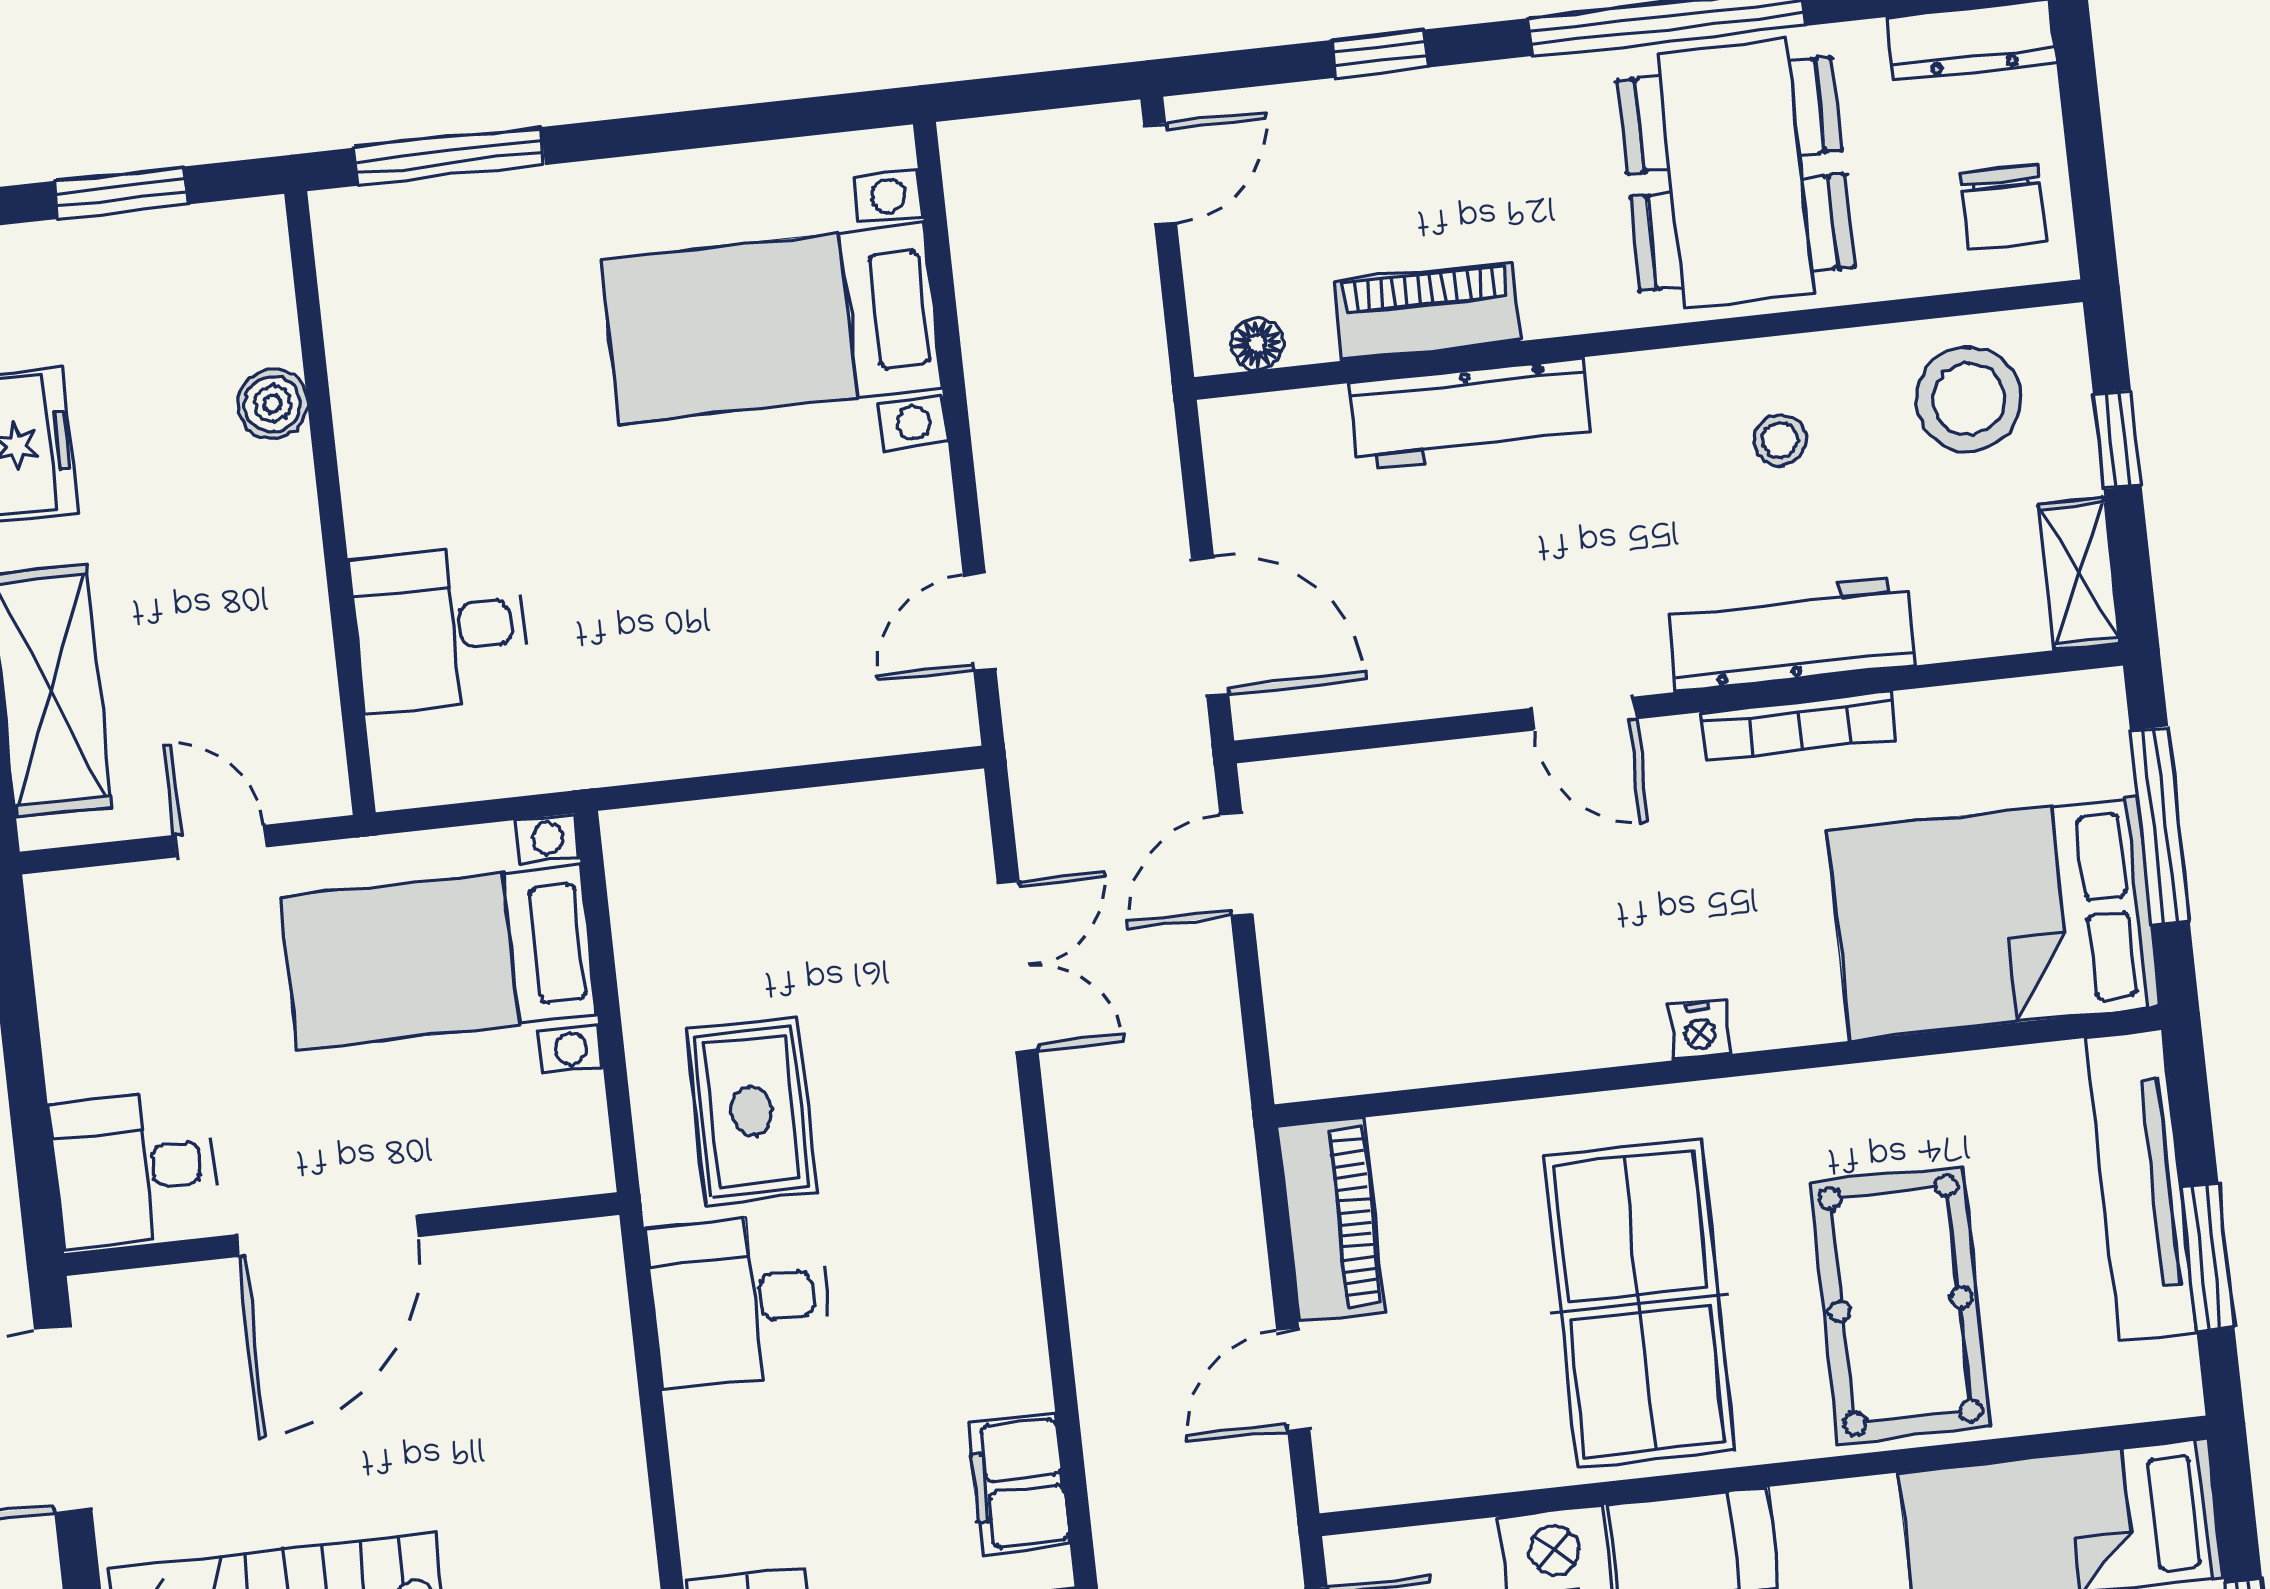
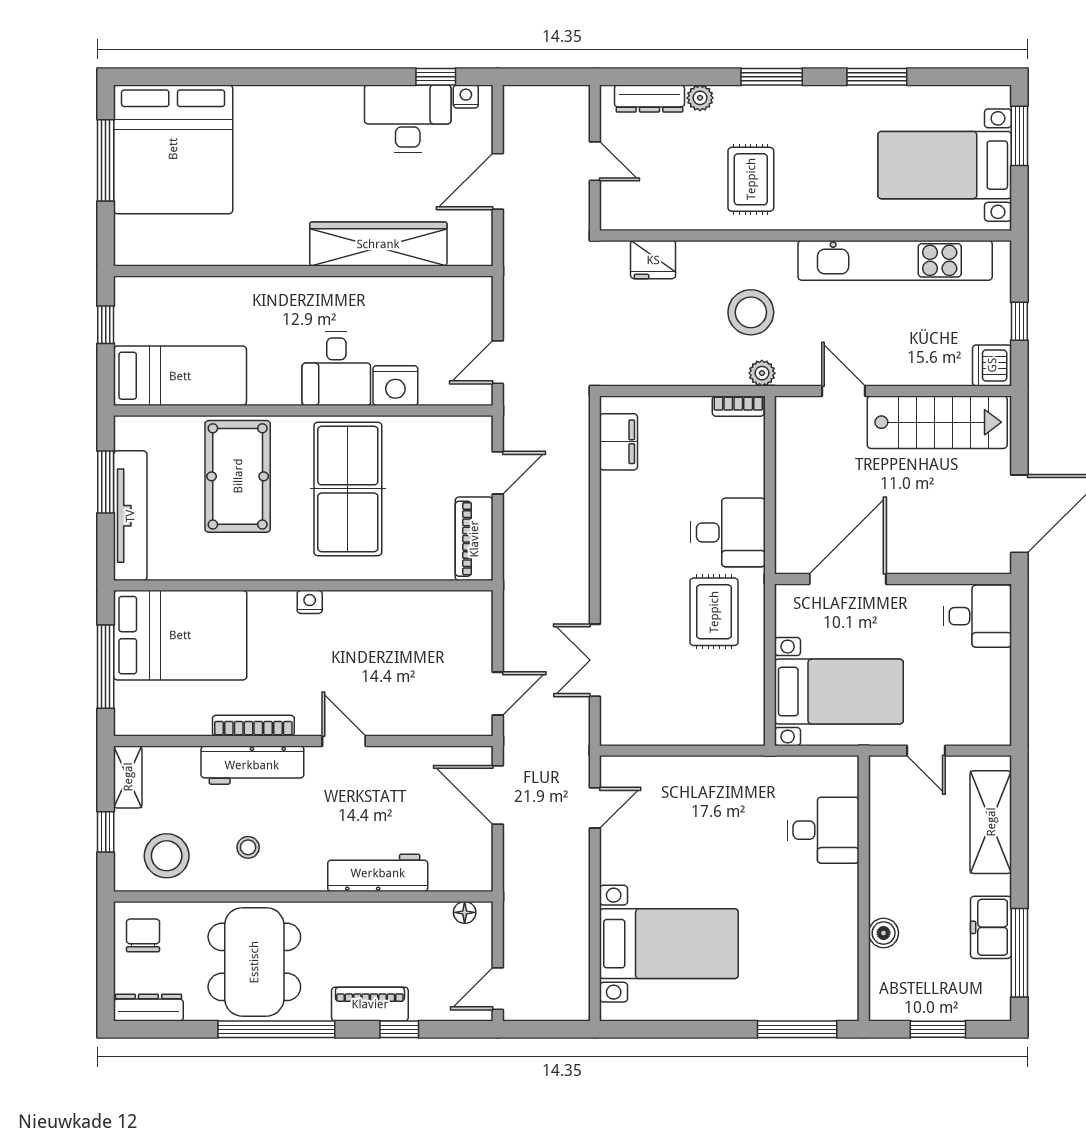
piano: (1427, 311) -> (370, 1004), moved, turned 180
door: (328, 1236) -> (848, 579), moved

